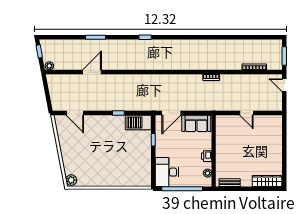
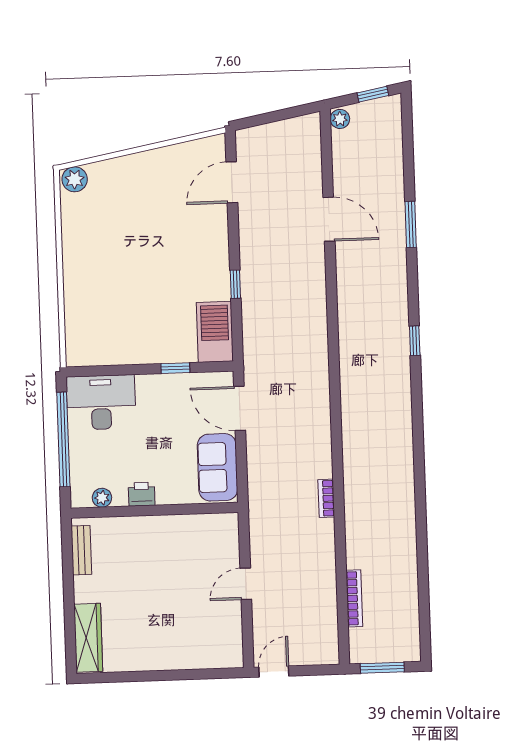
door: (284, 85) -> (274, 672), moved

